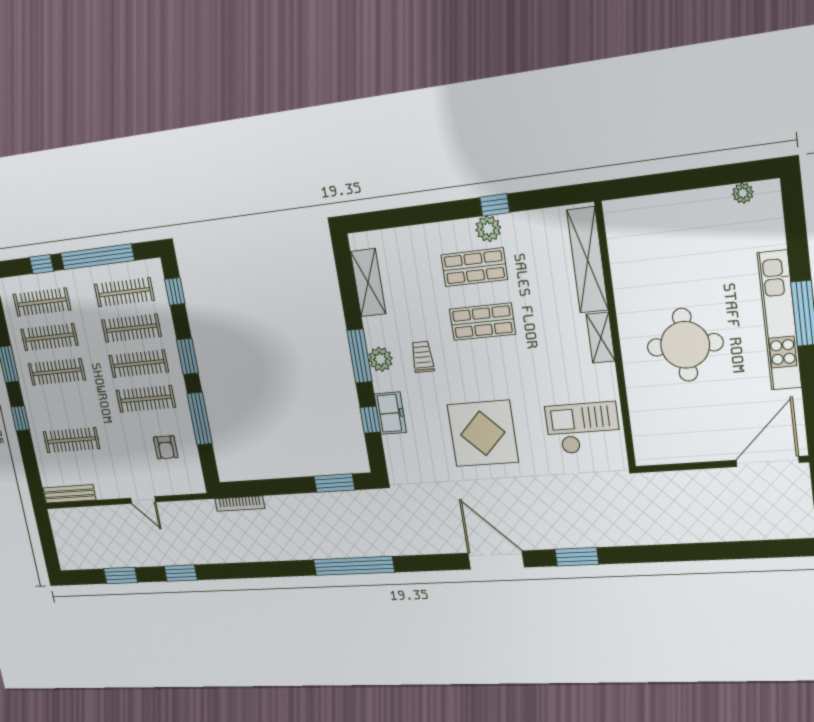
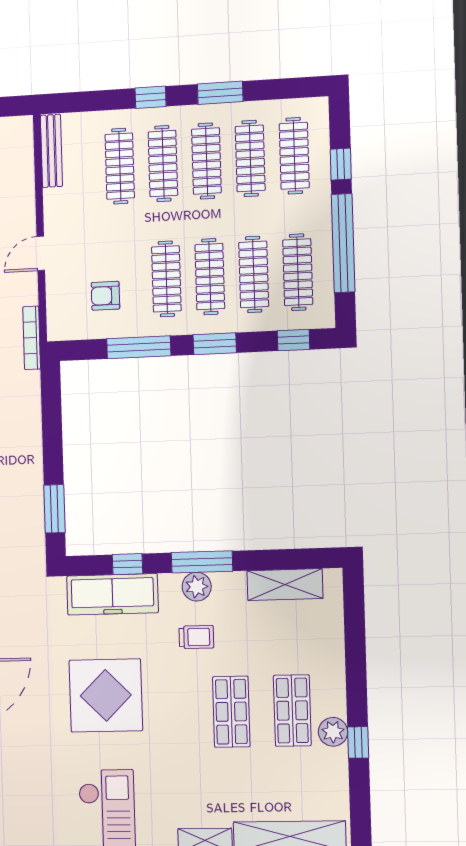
clothes rail: (64, 406) -> (163, 164), added
freezer: (390, 413) -> (112, 594), width x1.91, depth x1.26
bookcase: (240, 504) -> (32, 338), moved

